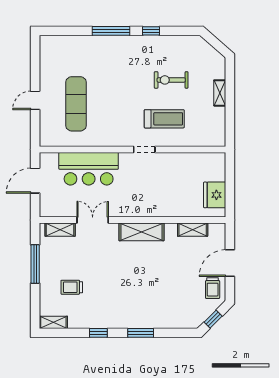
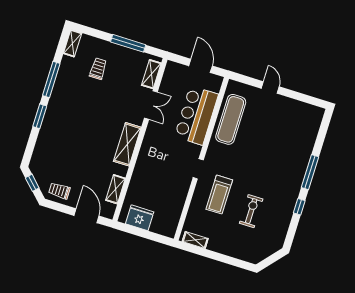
shelving: (220, 93) -> (195, 240), moved
exercise mat: (76, 104) -> (231, 119), moved, turned 90
door: (230, 263) -> (86, 216), moved
window: (98, 333) -> (51, 80), width x2.17

